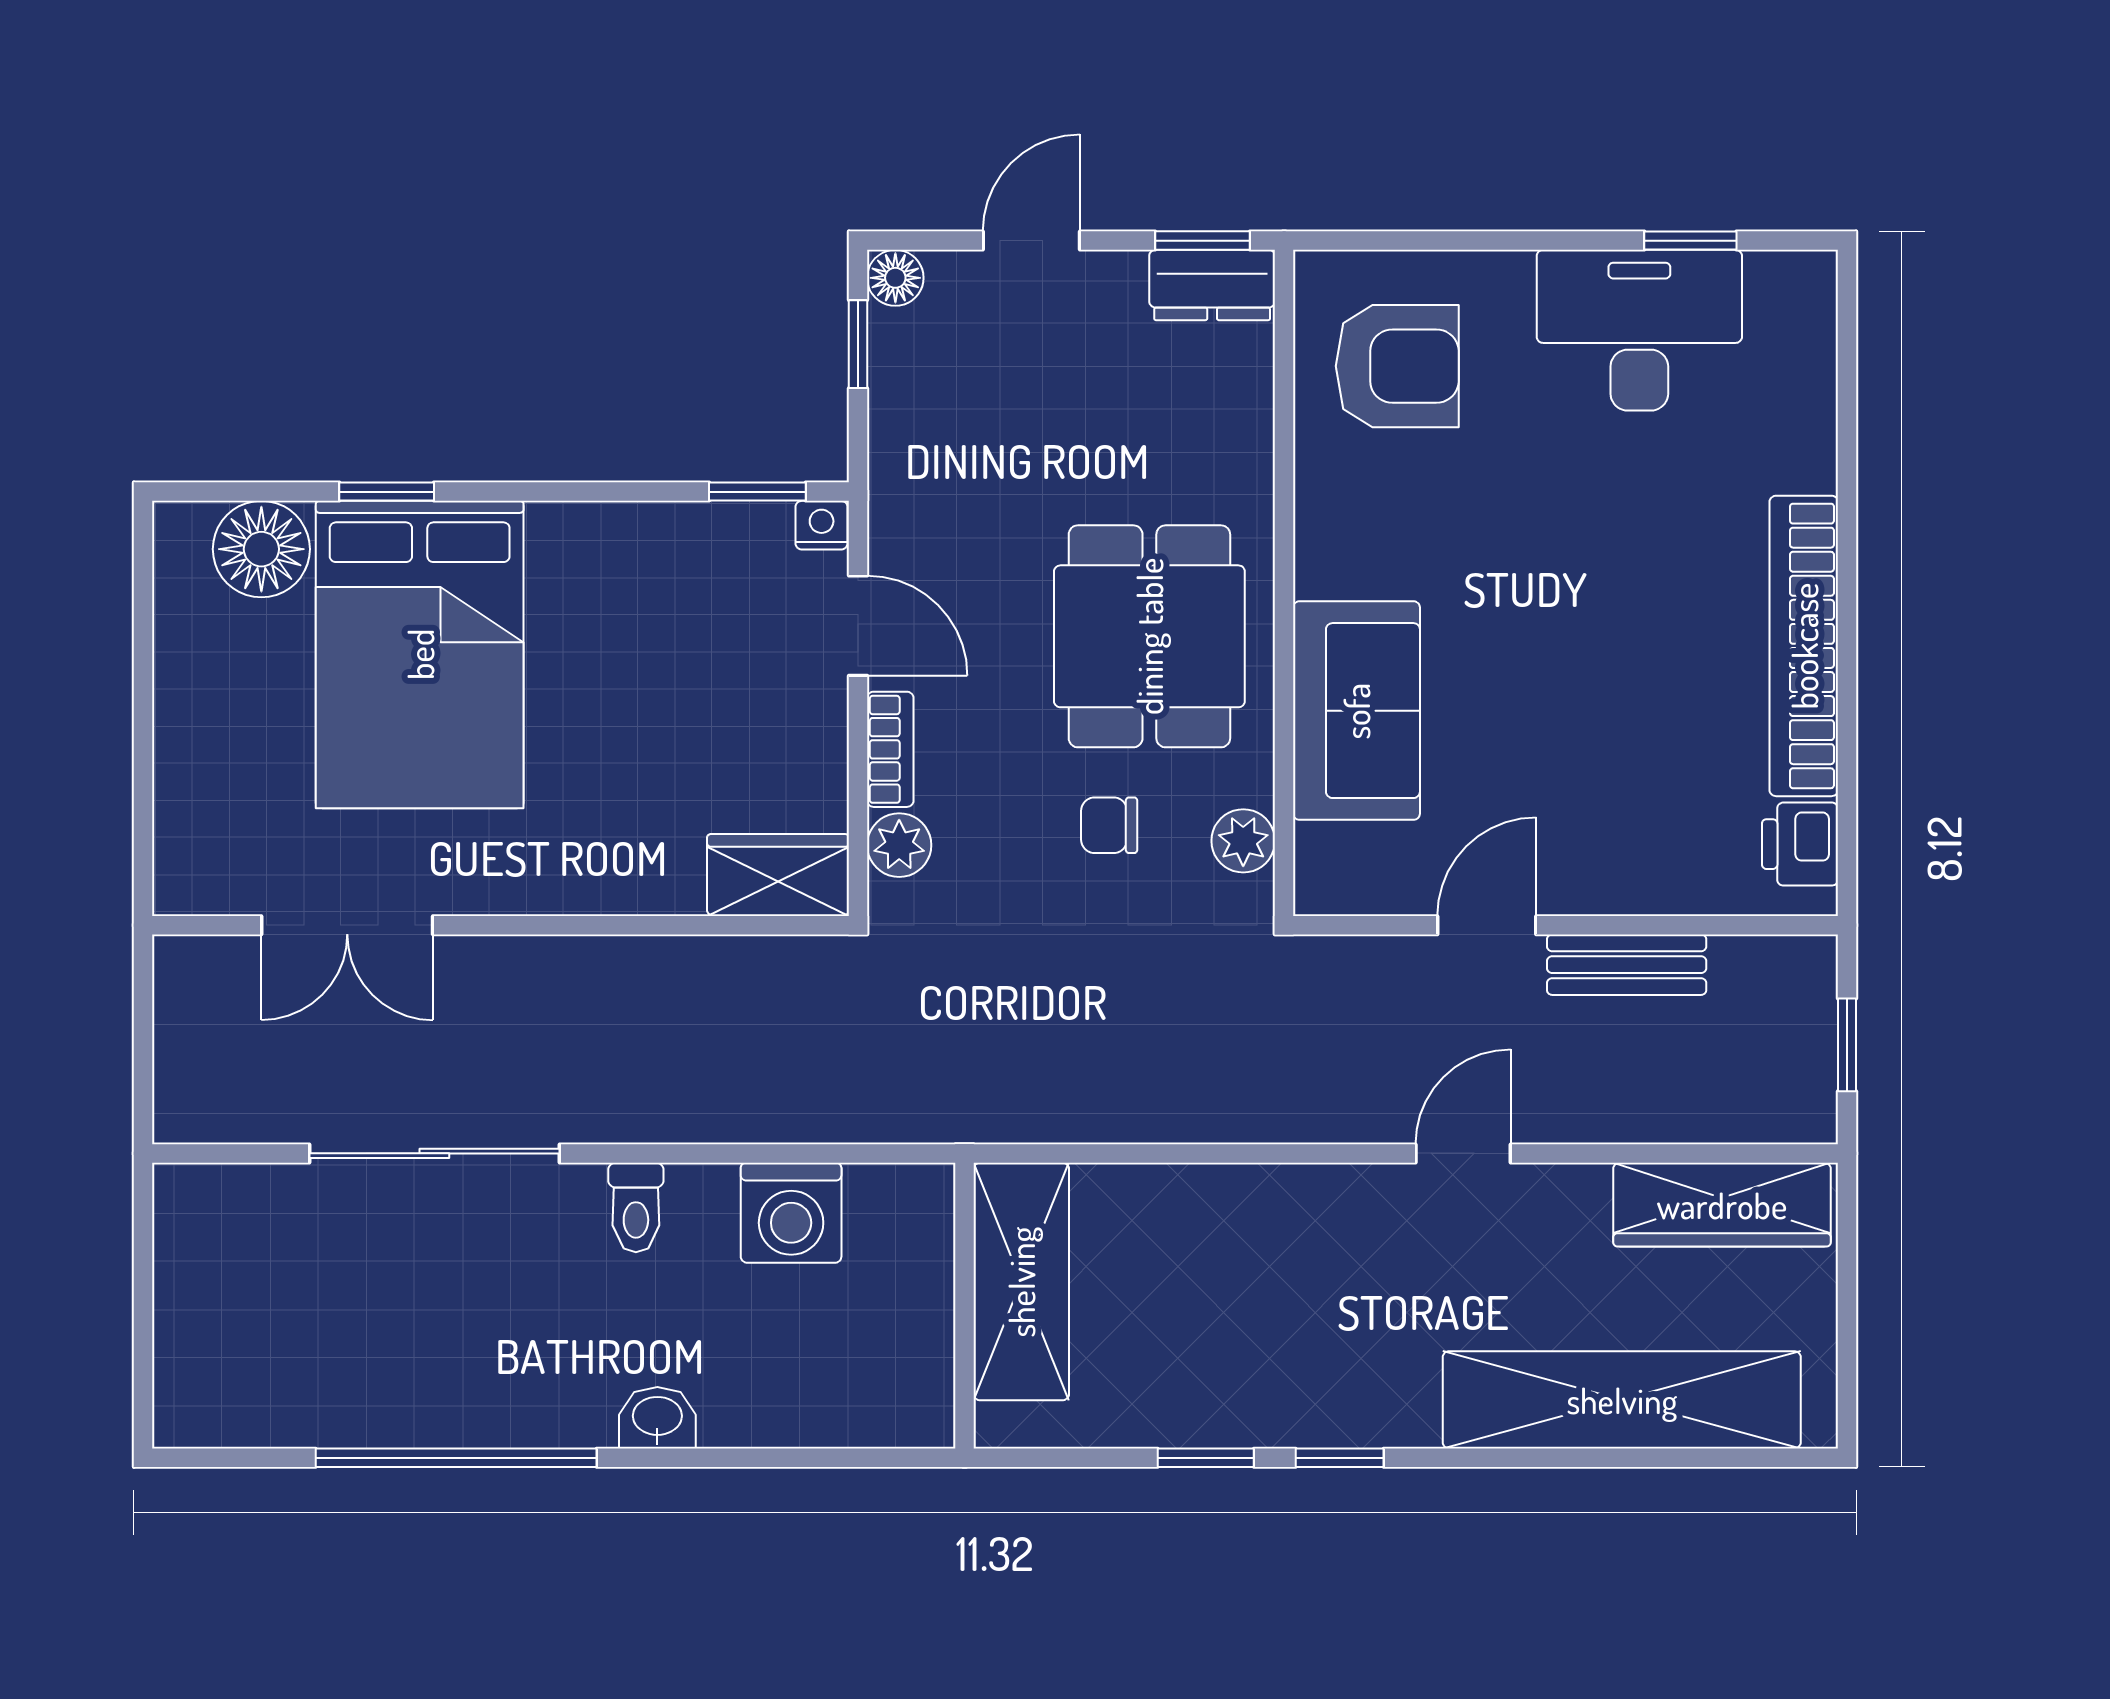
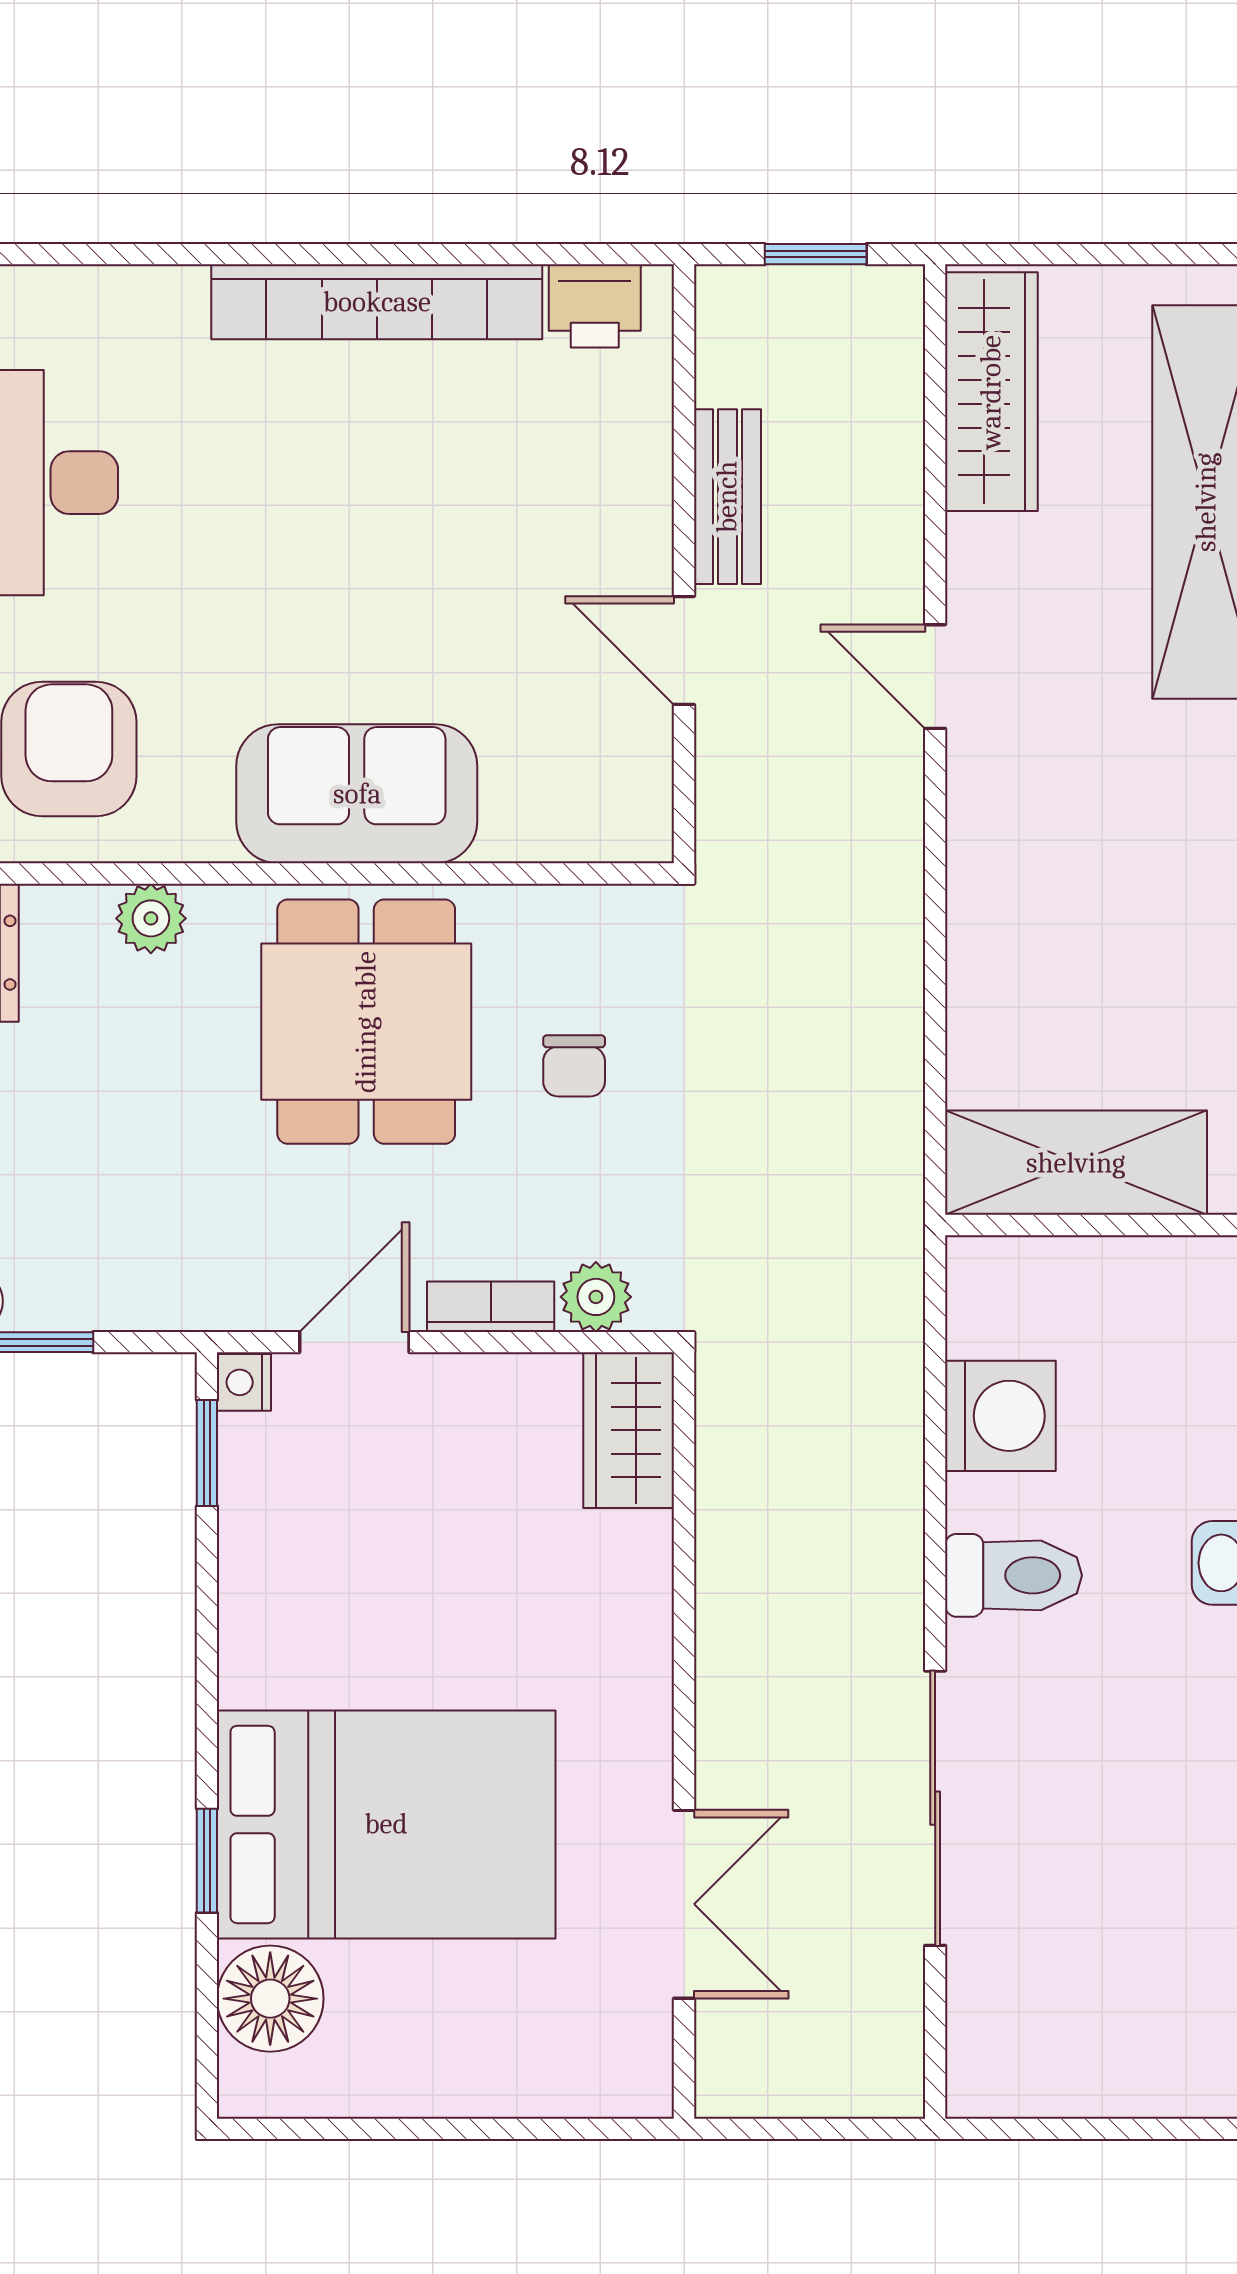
dining table: (1149, 636) -> (366, 1022), turned 90
sofa: (1356, 711) -> (357, 794), moved
plant: (1243, 841) -> (151, 918), moved
toilet: (636, 1207) -> (1014, 1575), width x1.37, depth x1.39

